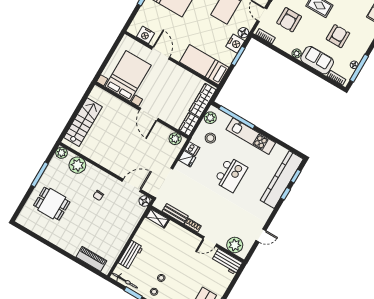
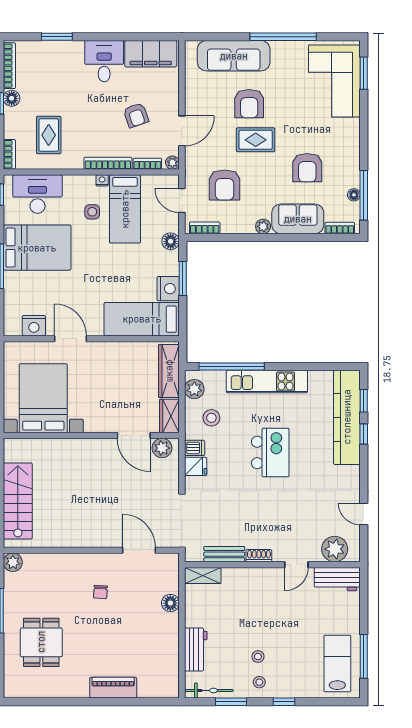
armchair: (338, 36) -> (307, 168), turned 180
nightstand: (235, 44) -> (168, 289), moved
door: (149, 114) -> (134, 436), moved
plant: (77, 165) -> (46, 566), removed
door: (131, 185) -> (139, 550), hinge flipped
floor lamp: (144, 201) -> (170, 603), moved
dining table: (52, 204) -> (41, 642), turned 90
door: (261, 236) -> (364, 514), swing flipped
piano: (91, 259) -> (113, 688), moved

